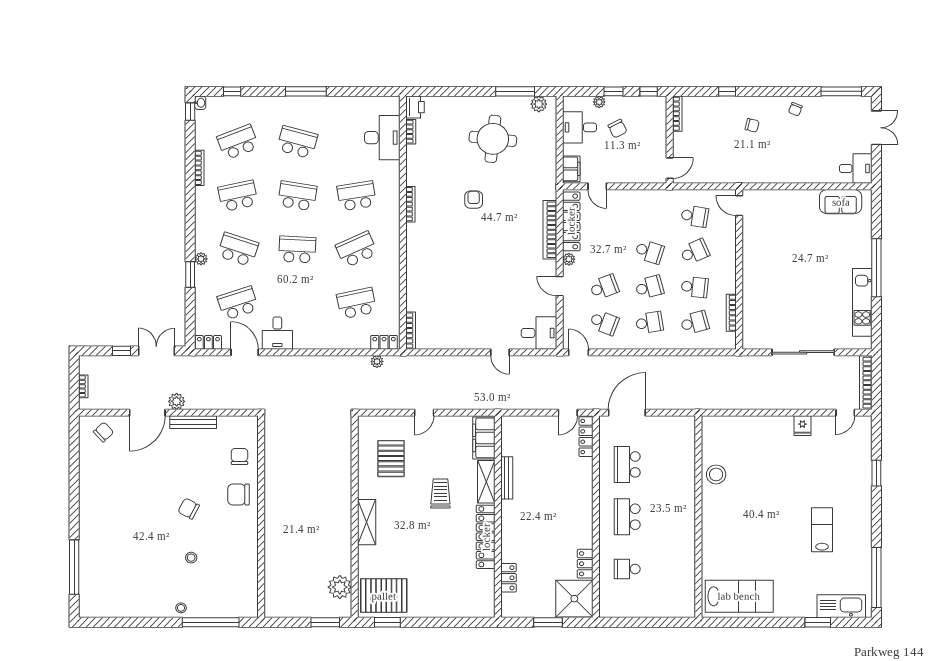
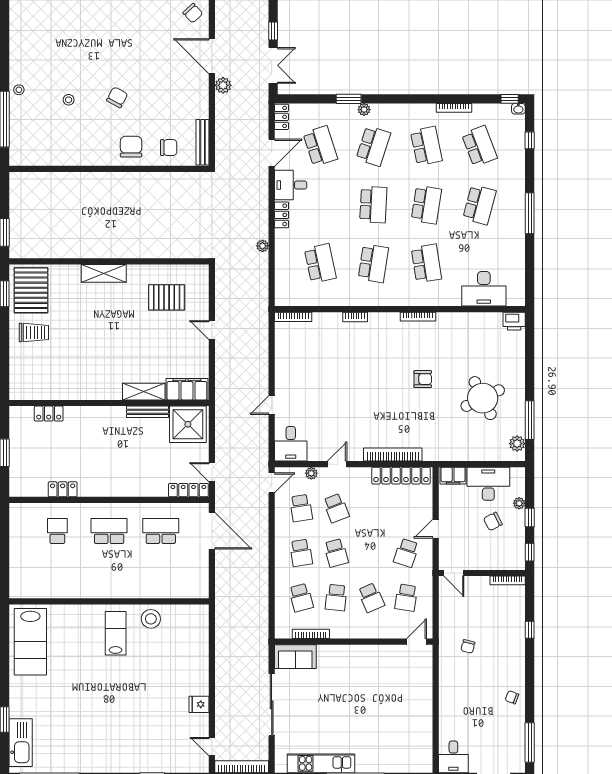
chair: (752, 125) -> (468, 646), moved
desk: (580, 127) -> (488, 484), width x1.37
bookcase: (411, 132) -> (355, 317), moved
round table: (493, 139) -> (483, 398), turned -32
door: (597, 186) -> (436, 529), moved
sofa: (841, 202) -> (295, 657), moved, turned -90
school desk: (357, 249) -> (373, 263), turned 33
school desk: (649, 252) -> (406, 553), moved
plant: (569, 259) -> (311, 473), moved
school desk: (604, 323) -> (301, 508), turned -30
locker: (384, 342) -> (282, 215), moved
plant: (377, 362) -> (263, 246), moved
bench: (193, 422) -> (203, 142), moved
trolley: (440, 494) -> (34, 333), moved
lab bench: (822, 530) -> (116, 633), moved, turned -90
locker: (486, 537) -> (89, 391), removed
plant: (340, 587) -> (39, 247), removed
shower: (574, 599) -> (188, 424), moved

